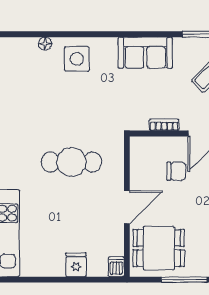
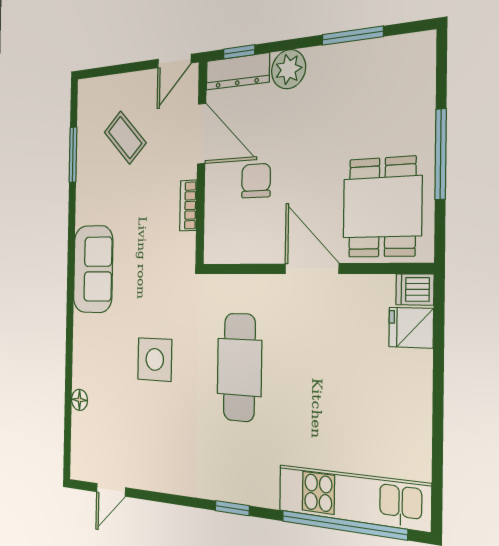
sofa: (145, 53) -> (93, 269), moved
side table: (77, 59) -> (155, 359), moved
fridge: (76, 265) -> (411, 328), moved

